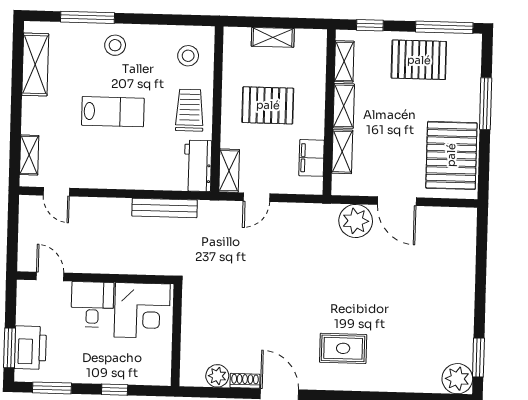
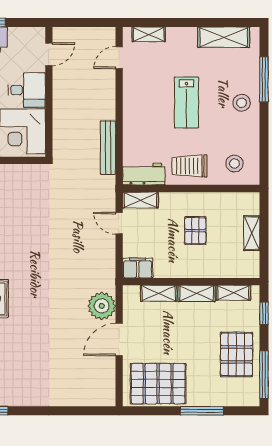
pallet: (268, 105) -> (195, 231), width x0.67, depth x0.71
trolley: (190, 110) -> (190, 166), turned 180
filing cabinet: (312, 158) -> (138, 268), moved

